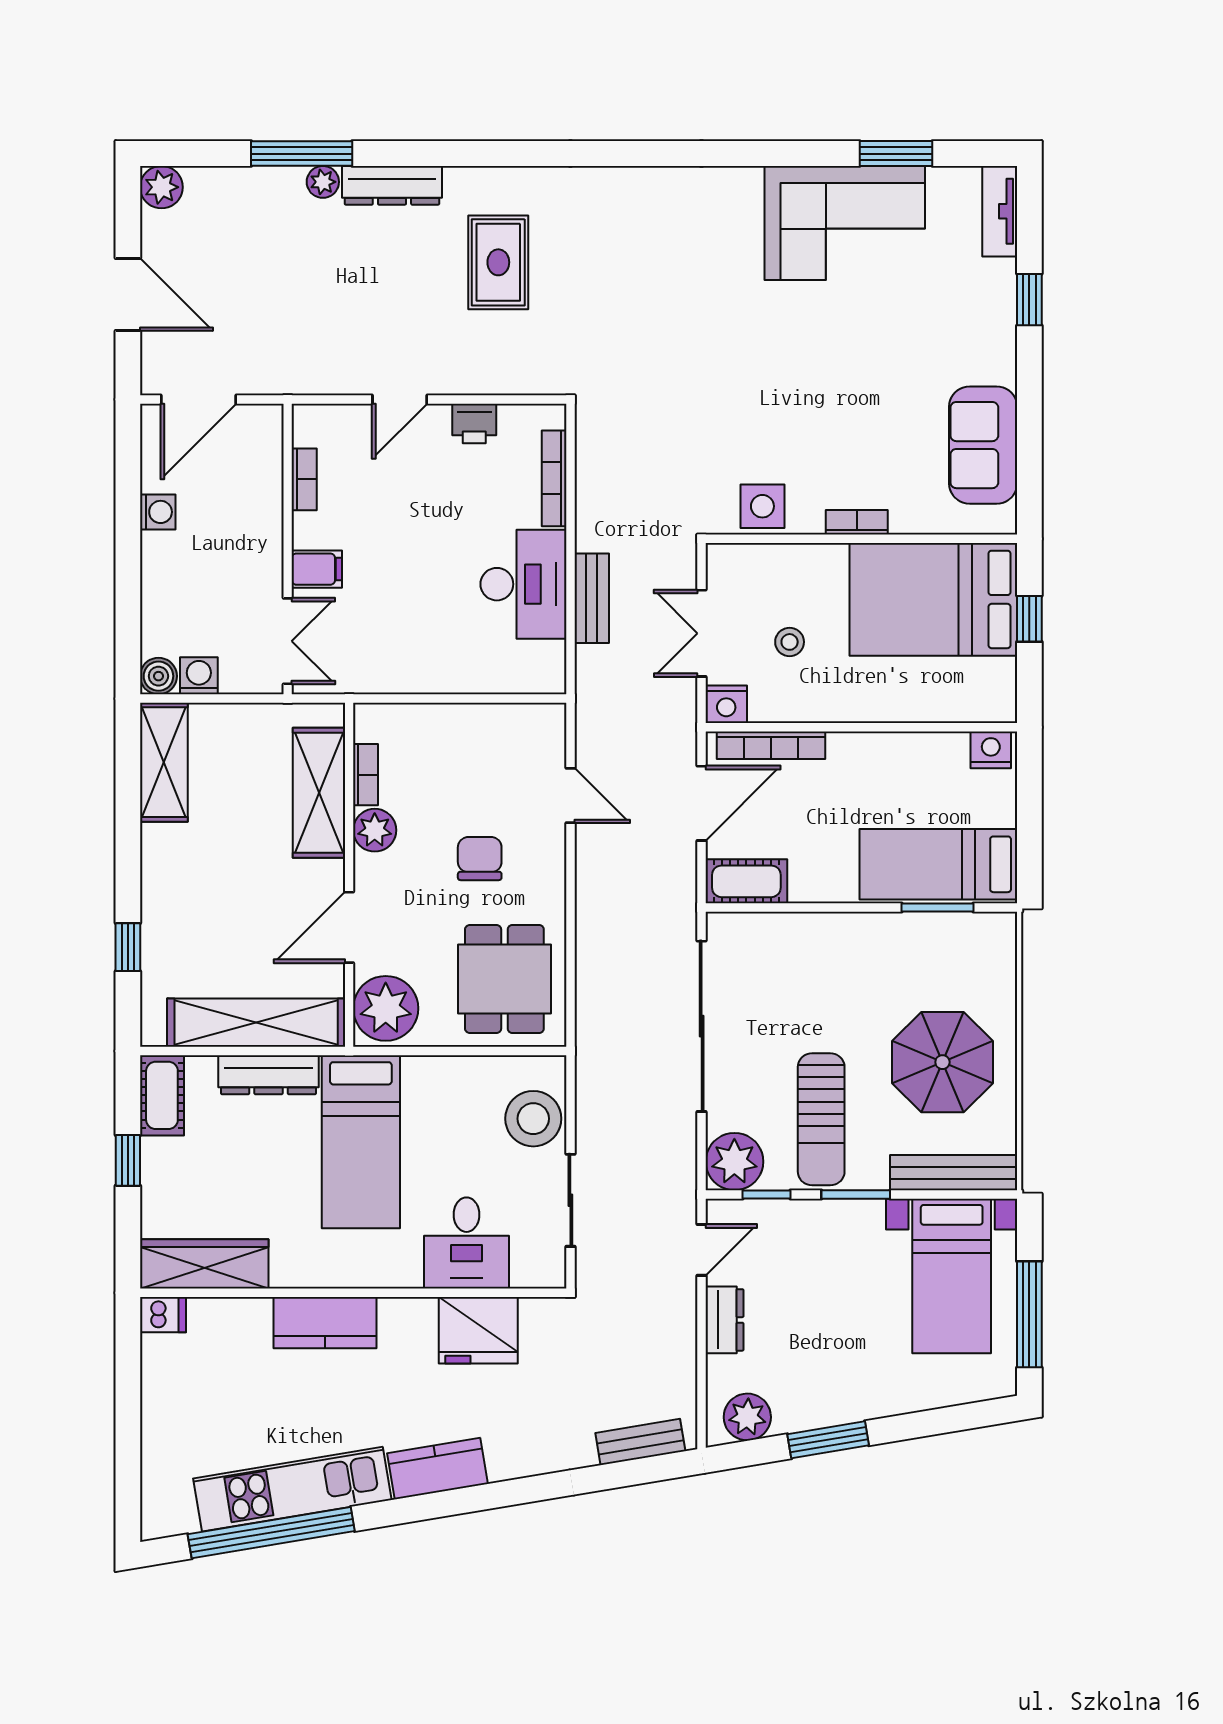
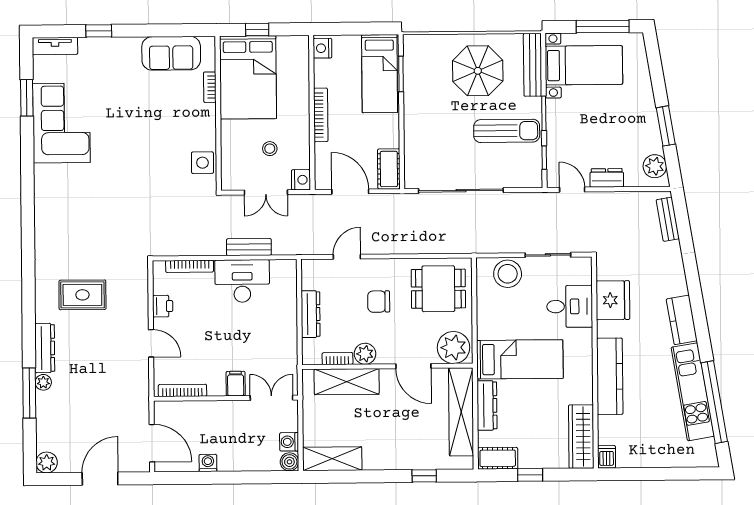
bookcase: (304, 479) -> (182, 390), width x1.56
bookcase: (857, 522) -> (210, 87), moved
dresser: (456, 721) -> (311, 314), added
bookcase: (771, 745) -> (321, 115), moved
plant: (734, 1162) -> (528, 174), removed
kitchen counter: (325, 1323) -> (610, 376), width x1.50

